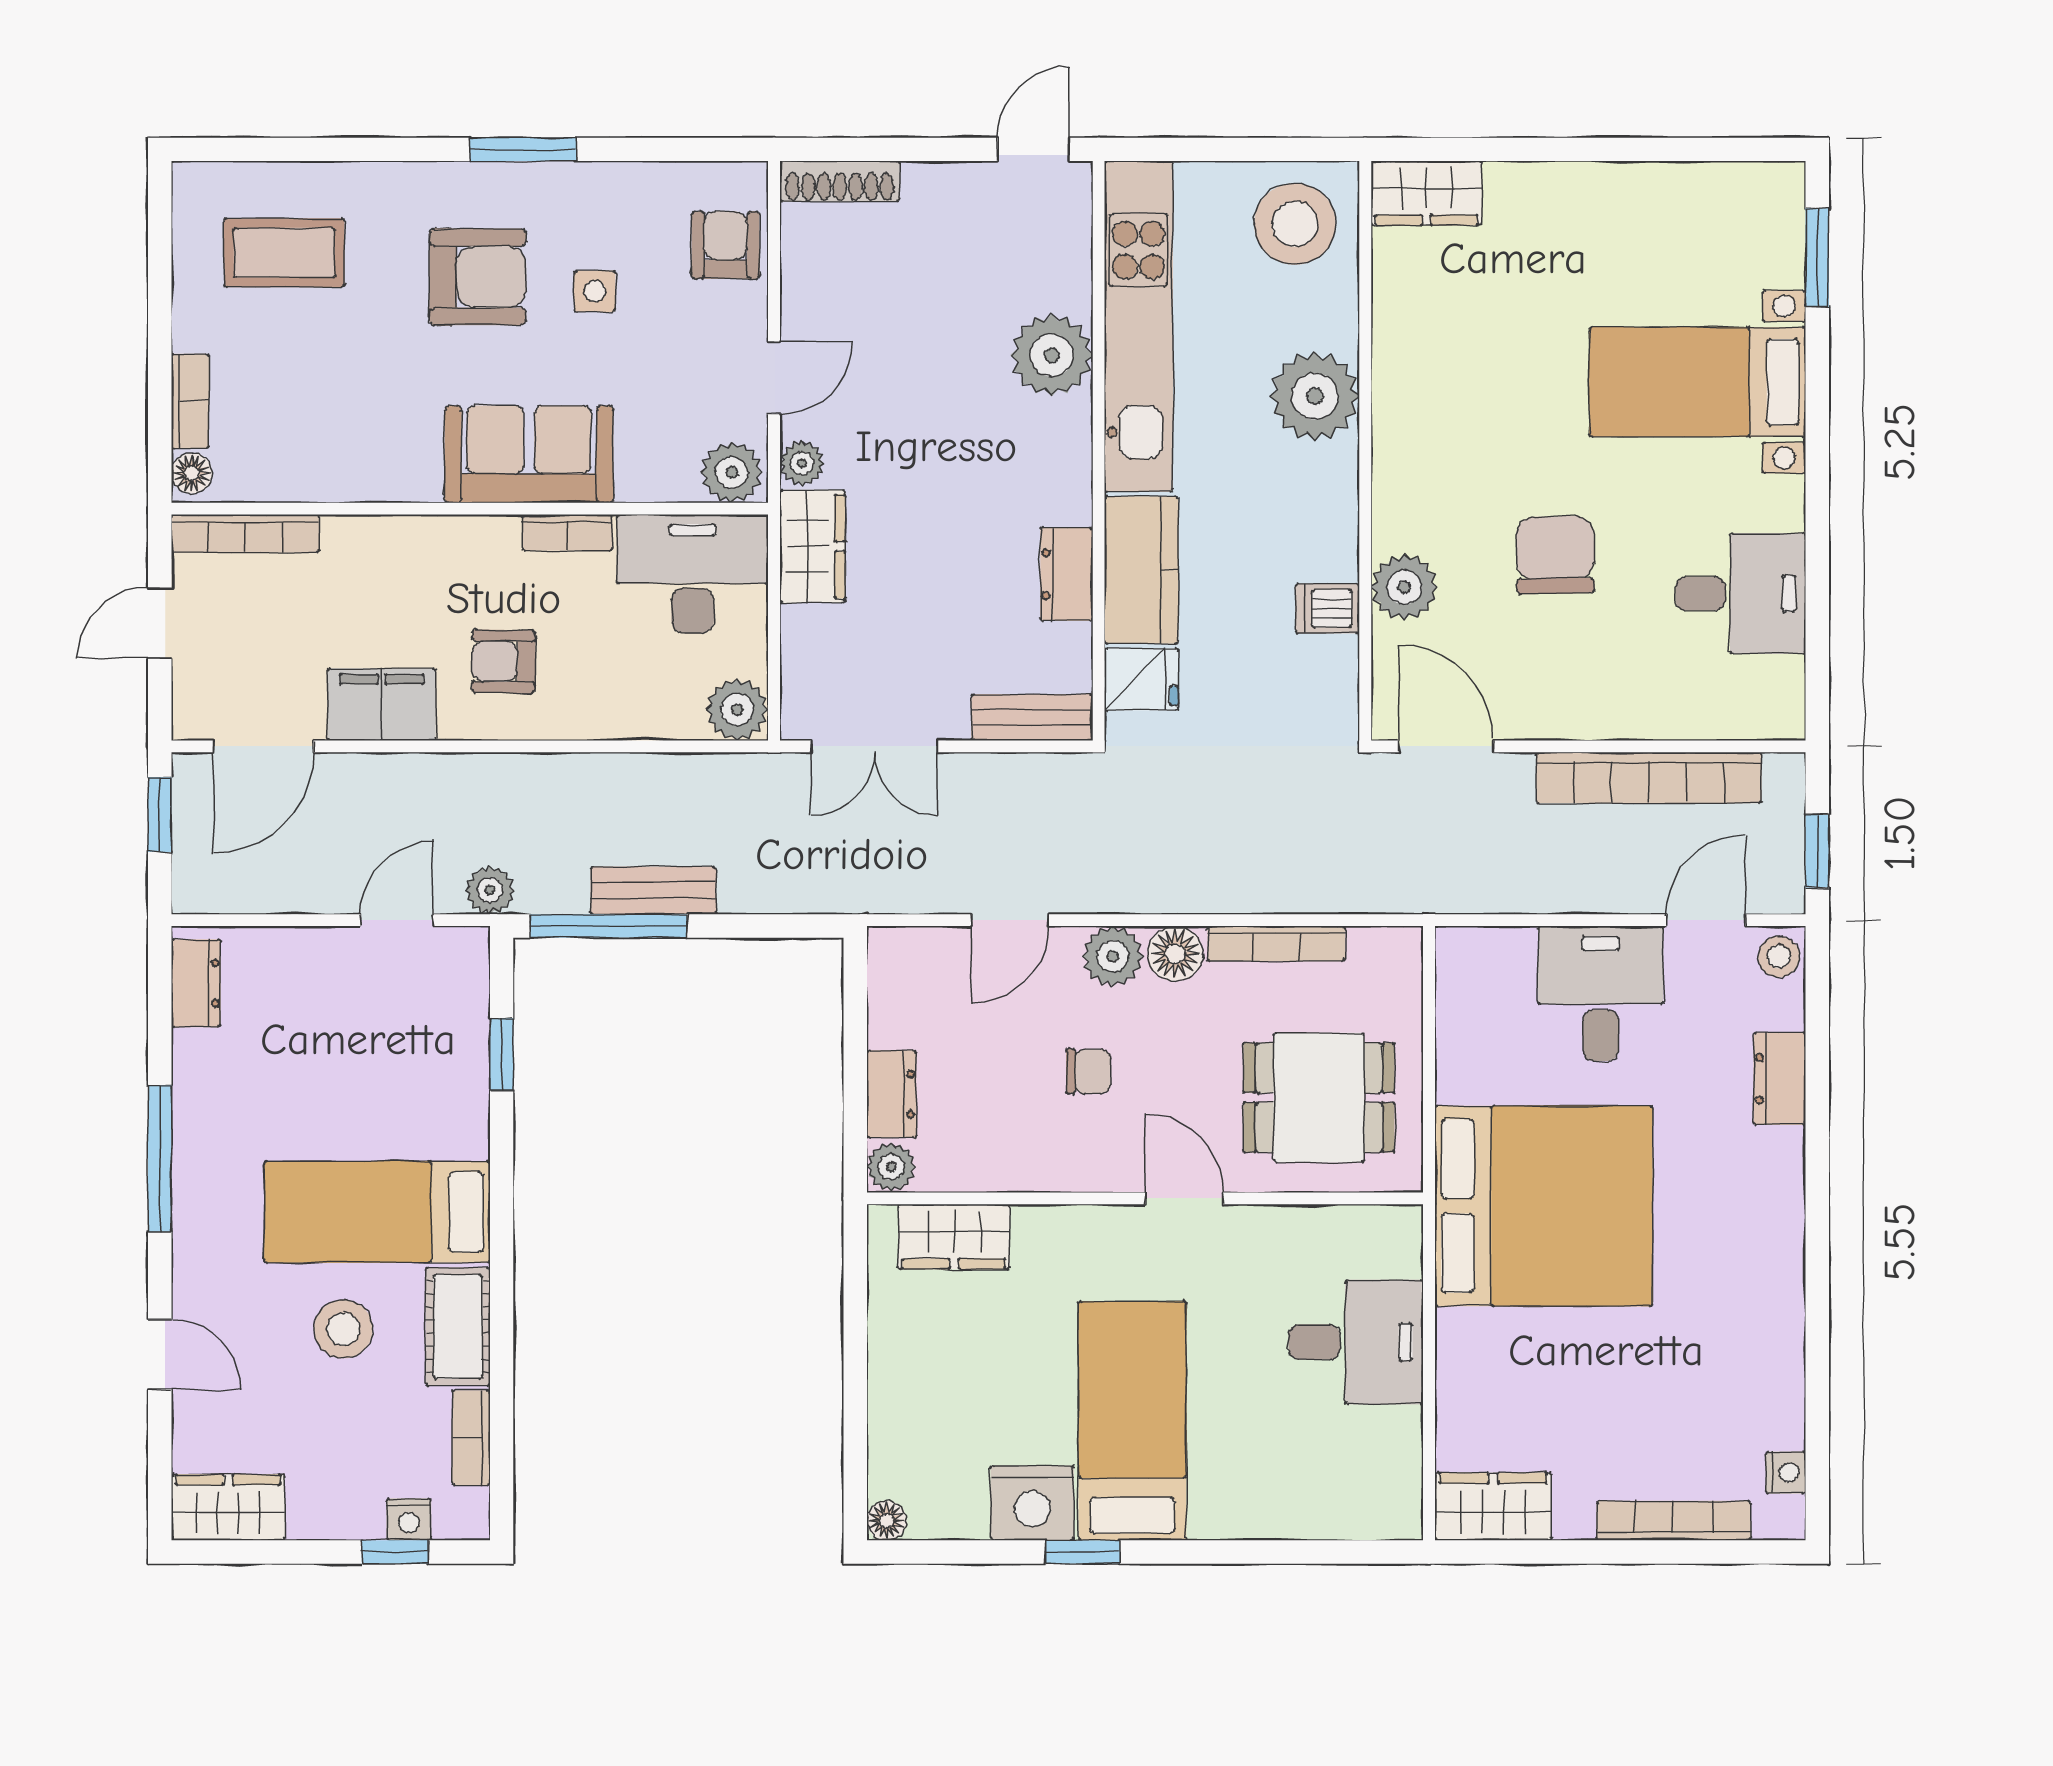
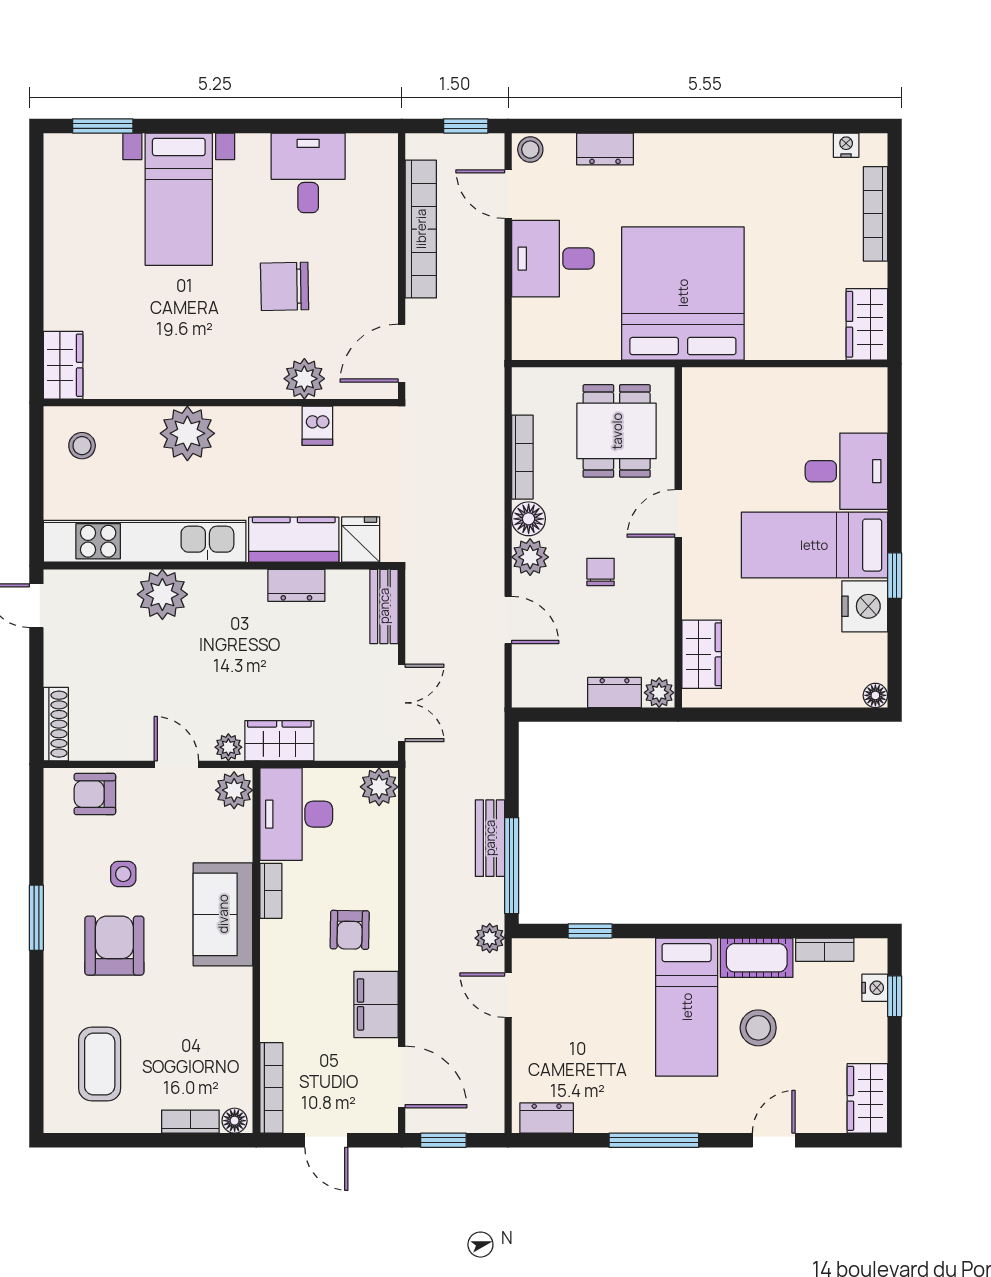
stool: (1295, 224) -> (82, 446), width x0.53, depth x0.53
desk: (1356, 1342) -> (846, 471), moved, turned 90

